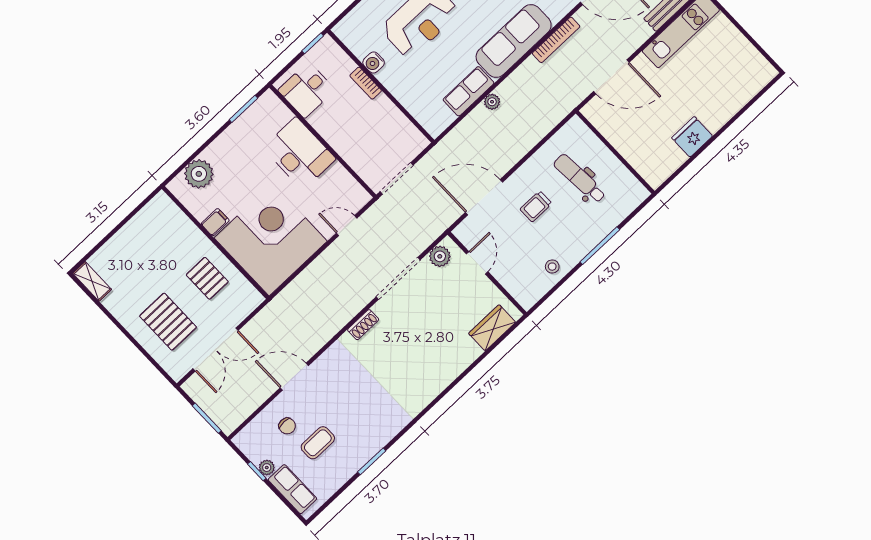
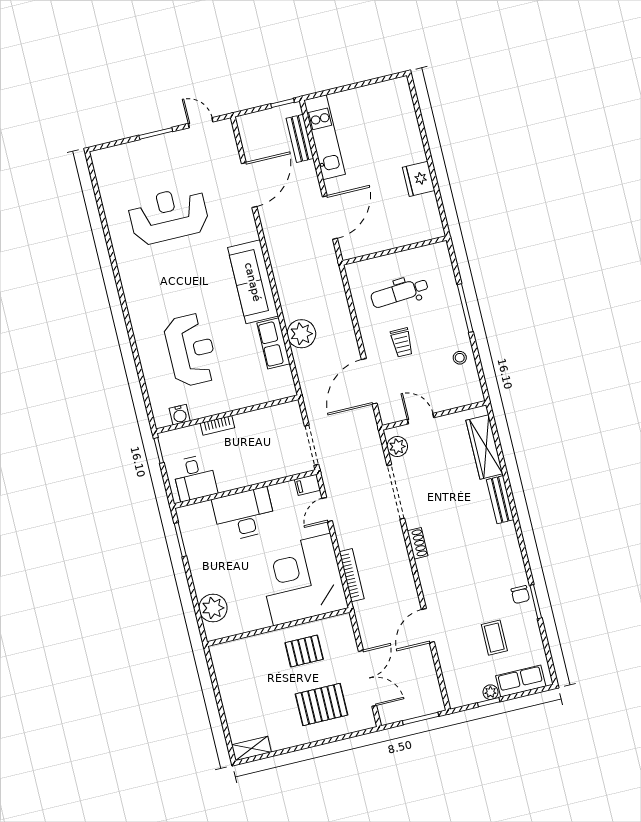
bookcase: (556, 40) -> (352, 575), moved
water cooler: (374, 63) -> (180, 415), moved
plant: (492, 102) -> (301, 334), width x1.88, depth x1.88
filing cabinet: (215, 222) -> (307, 485), moved, turned -90
wardrobe: (492, 328) -> (484, 447), width x1.50
bench: (445, 377) -> (500, 500), added
chair: (287, 426) -> (520, 595), moved, turned 90

